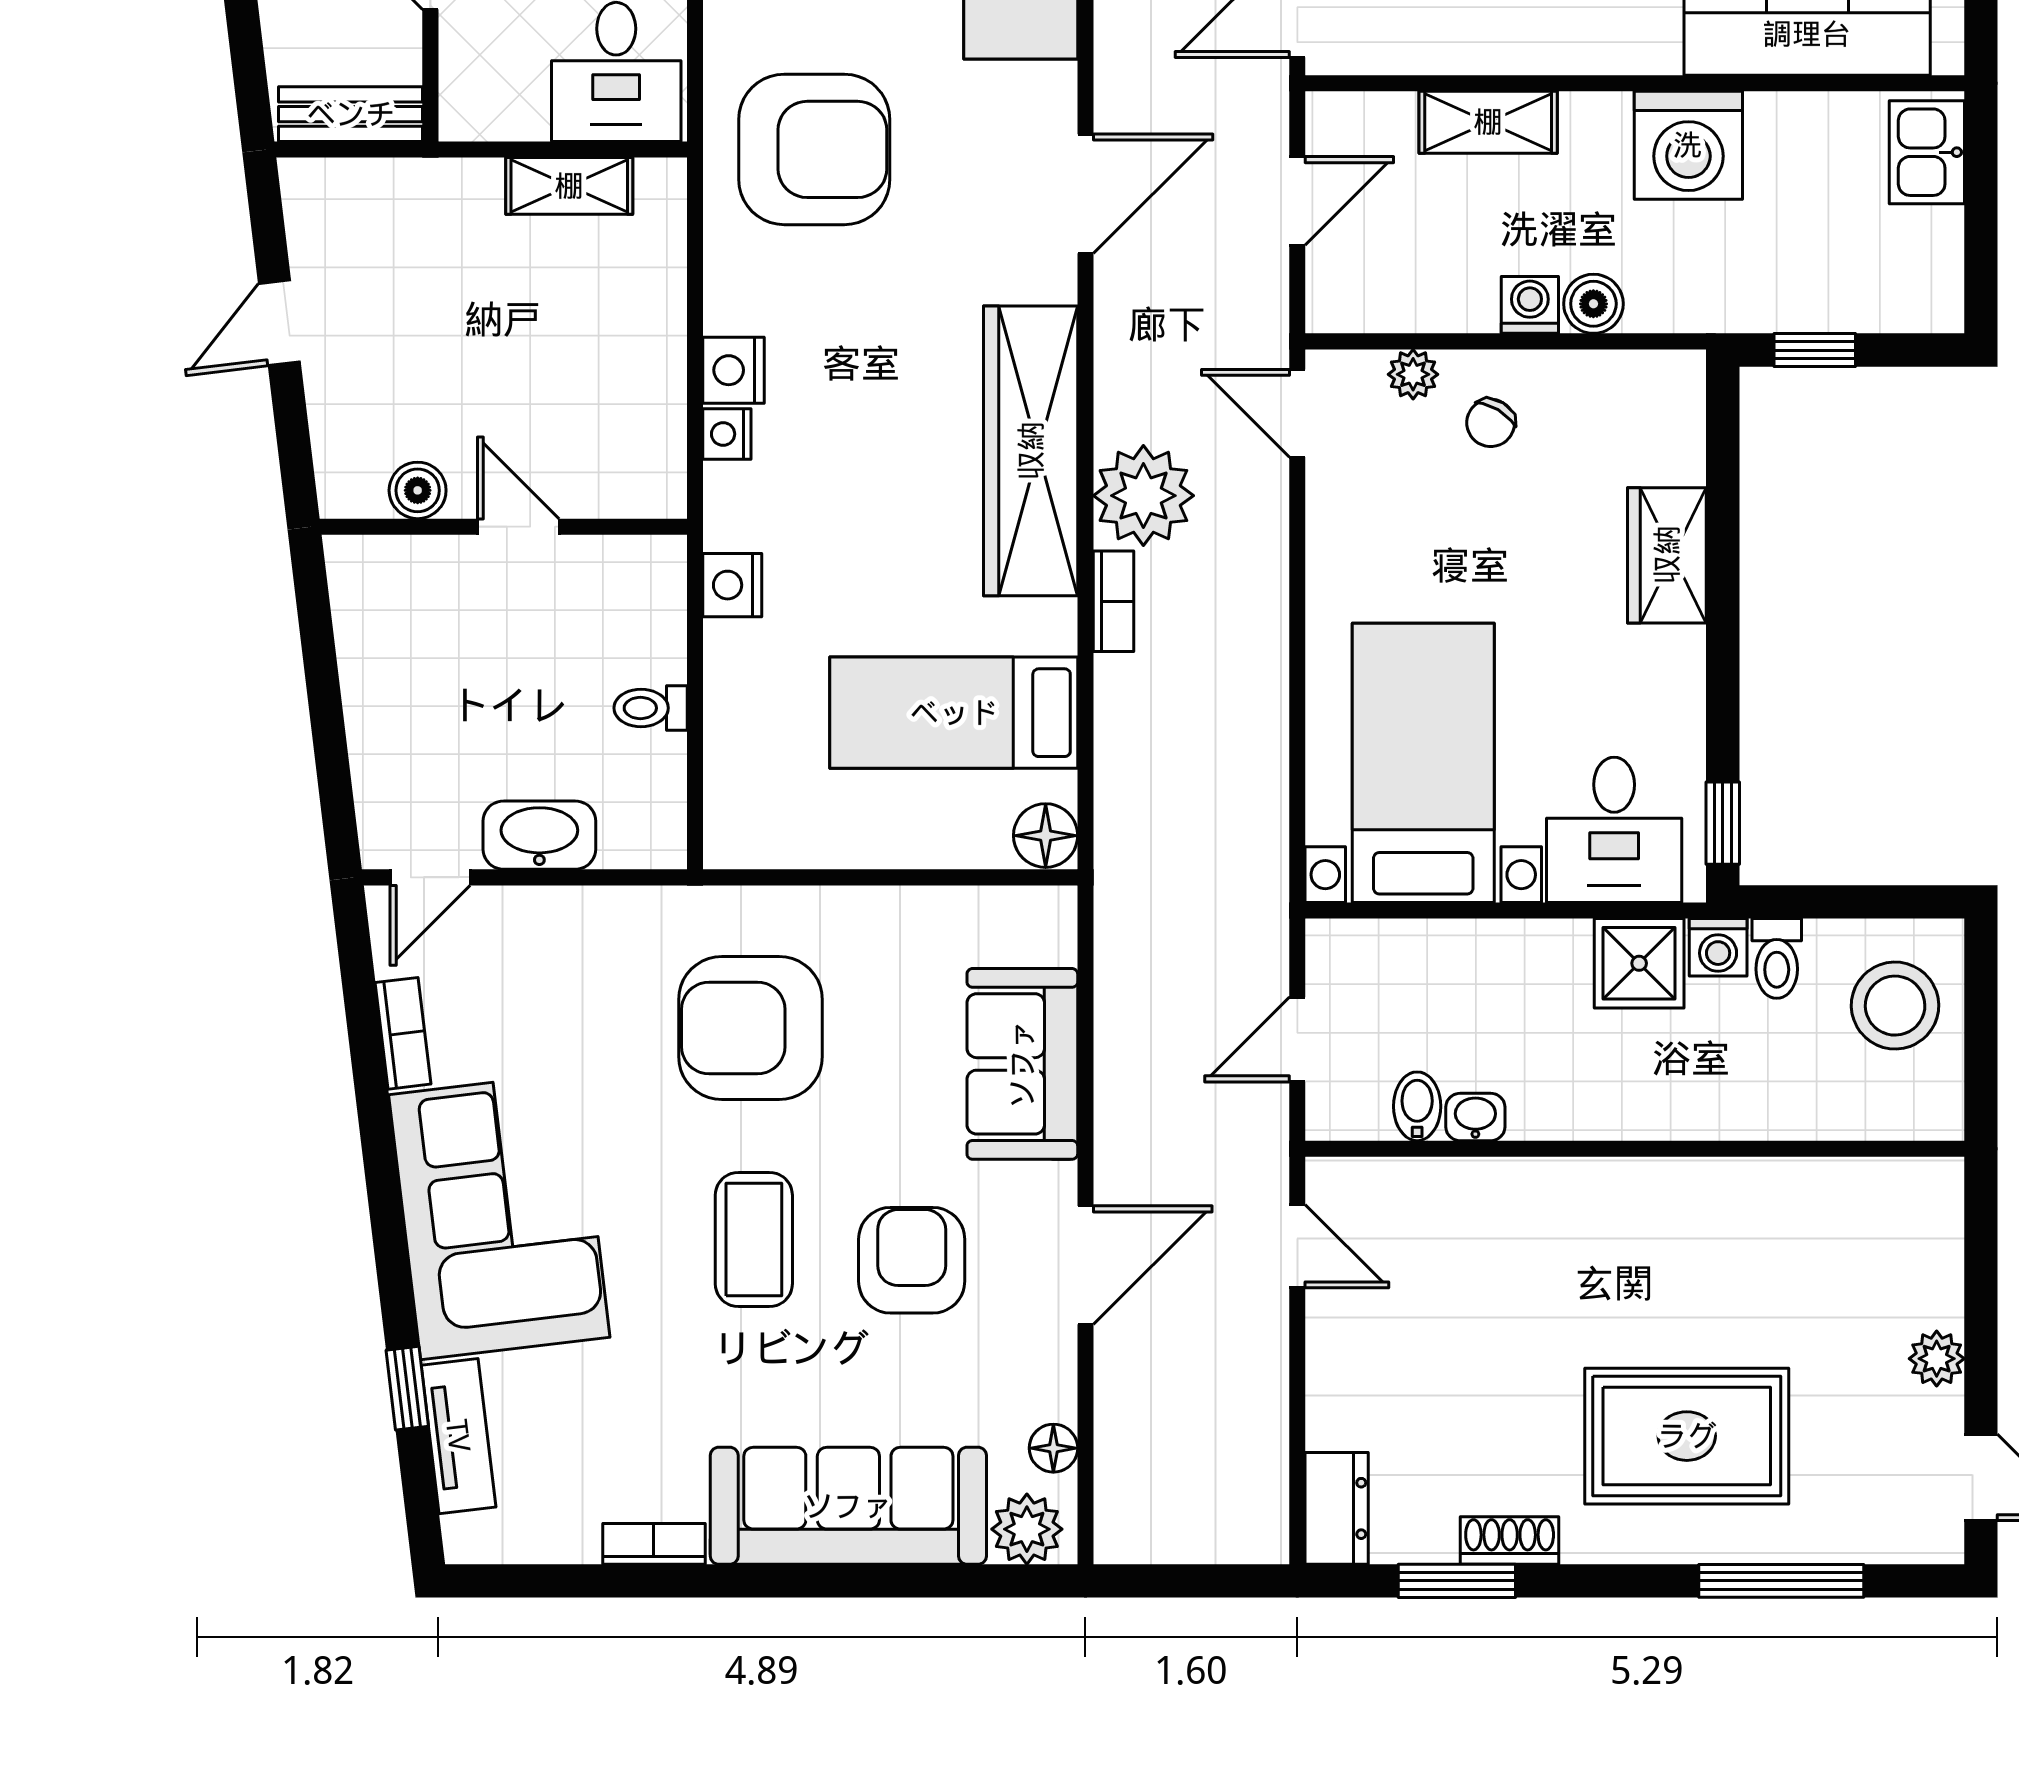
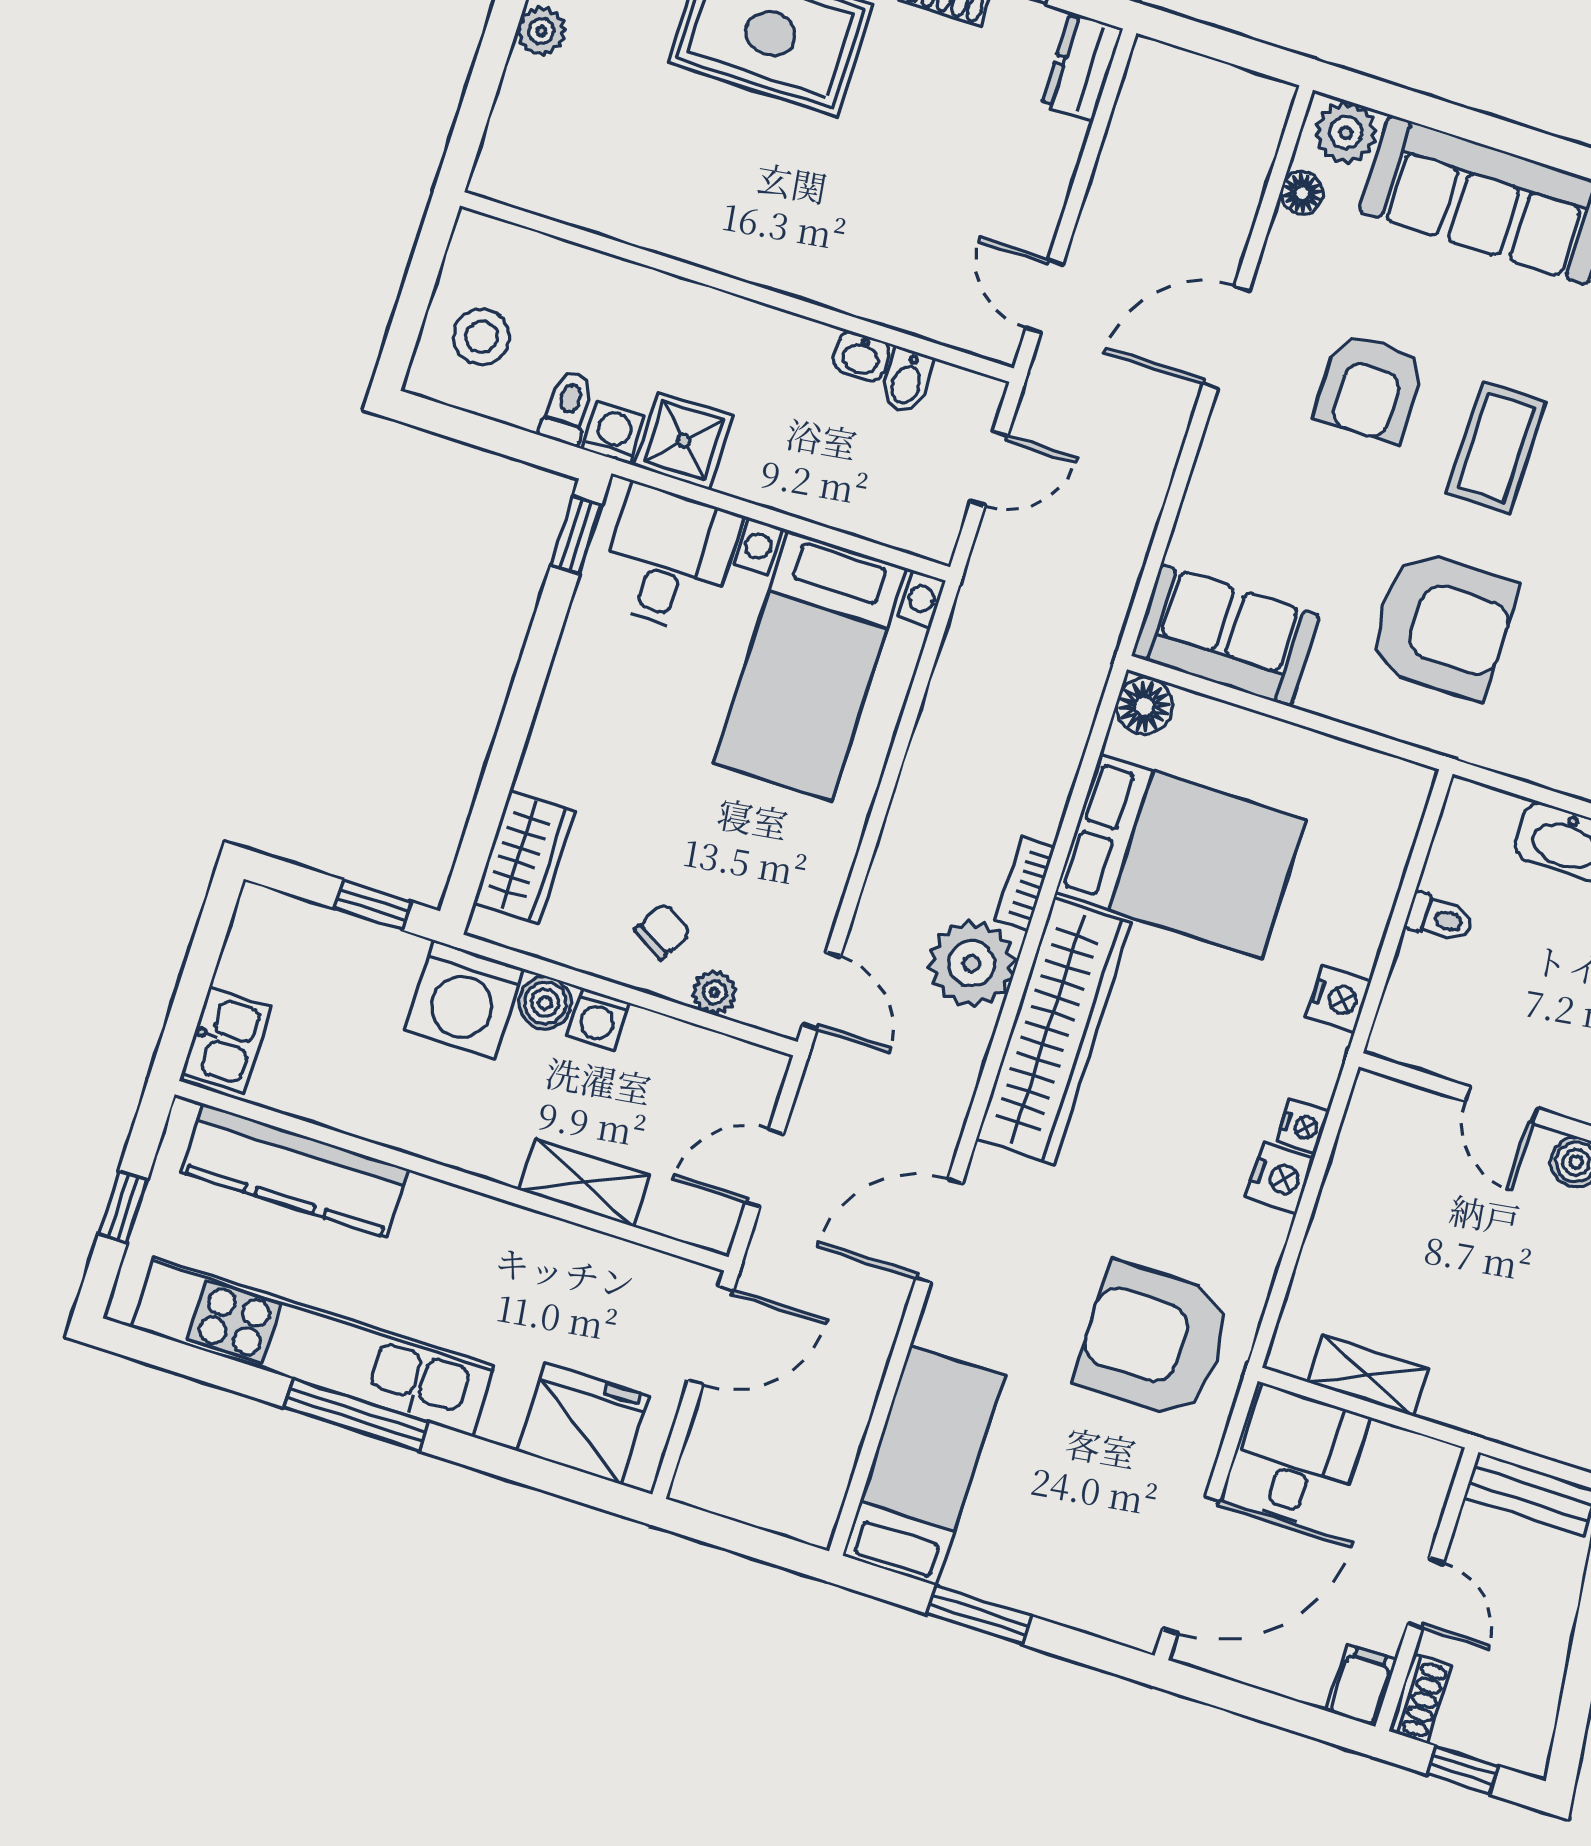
washing machine: (1688, 145) -> (464, 999), moved, turned 180
wardrobe: (1667, 555) -> (524, 857), moved
bed: (954, 713) -> (1181, 856), width x1.50
stool: (1895, 1006) -> (481, 337), width x0.73, depth x0.73
sofa: (1022, 1064) -> (1226, 635), moved, turned -90

